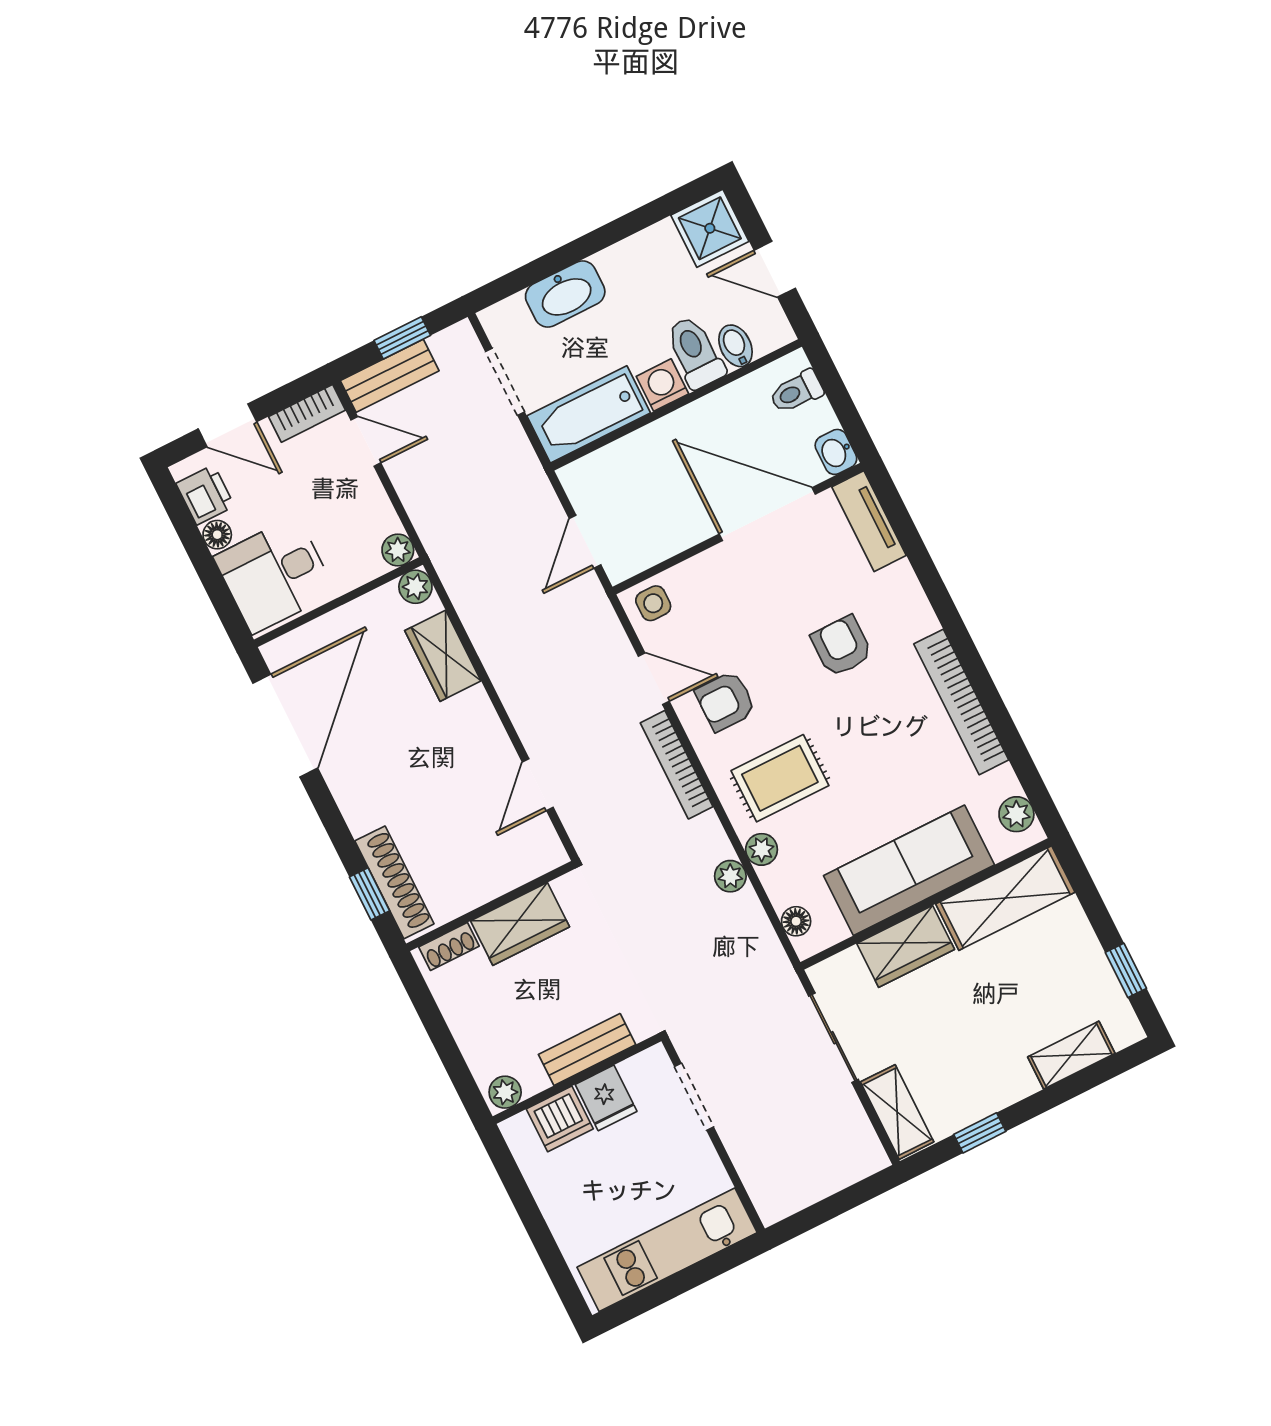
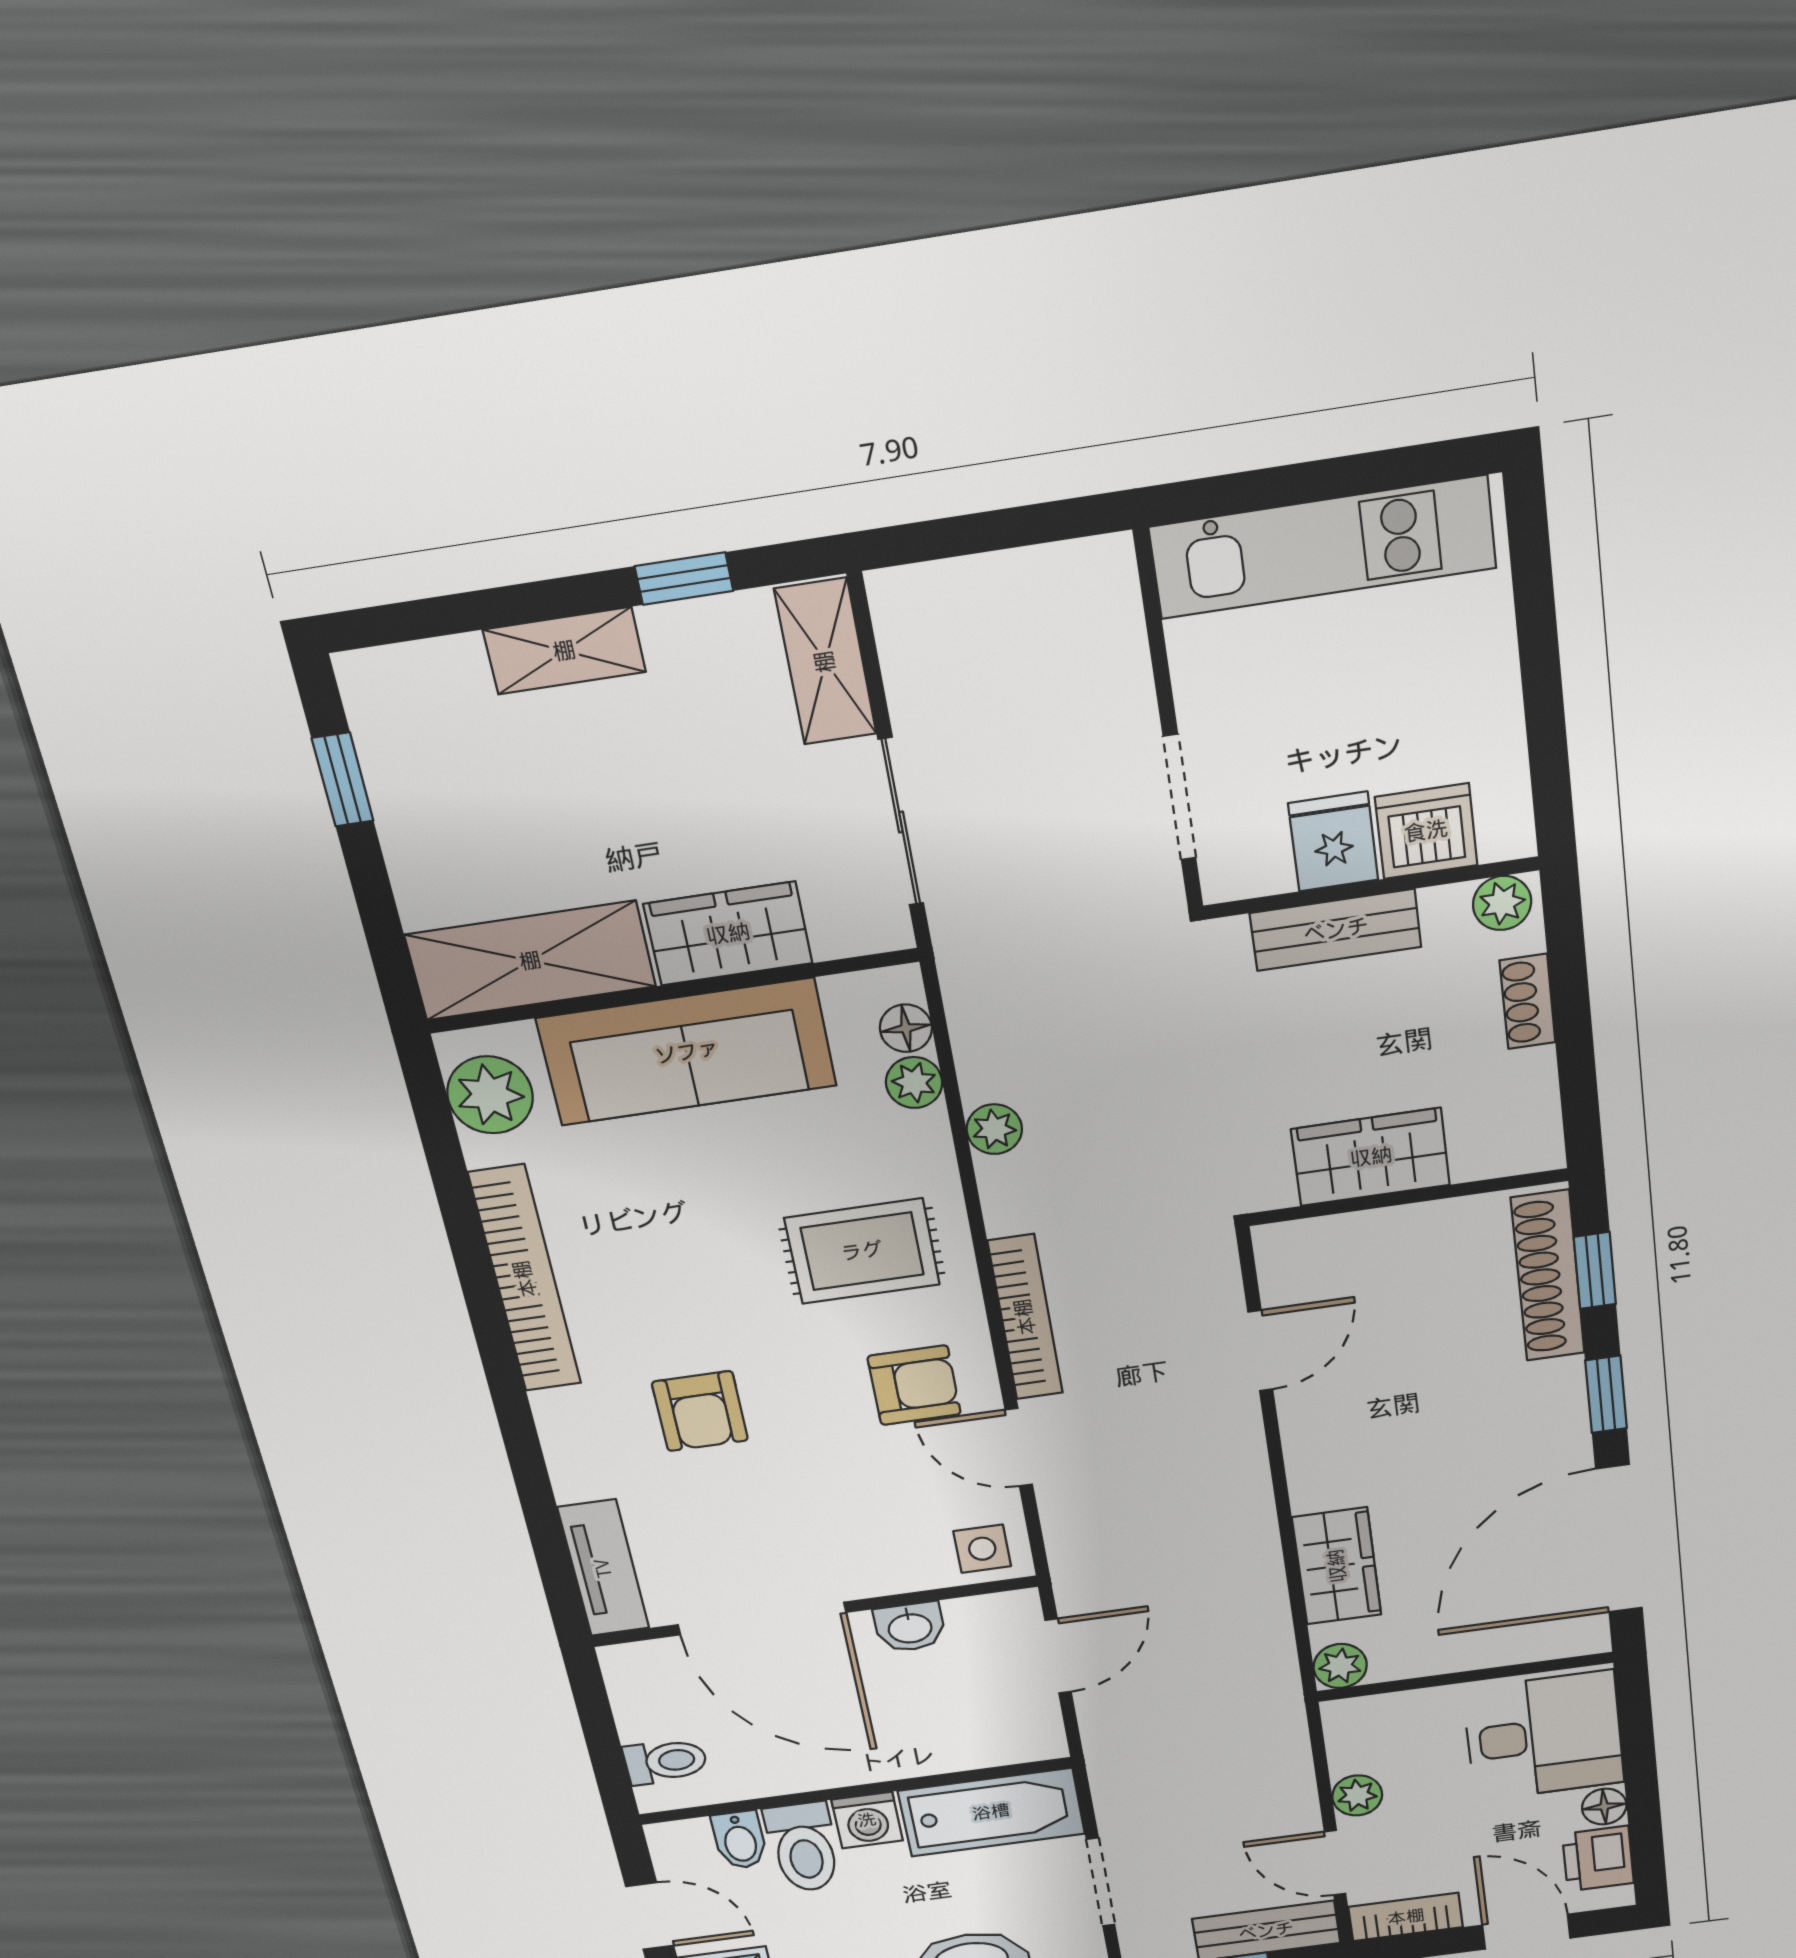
washbasin: (836, 452) -> (910, 1627), moved, turned 90
plant: (398, 550) -> (1357, 1795), moved
plant: (1016, 814) -> (490, 1095), width x1.38, depth x1.38
window: (332, 818) -> (1606, 1394), added
plant: (762, 849) -> (914, 1082), moved
shoe rack: (449, 947) -> (1528, 1001), moved, turned -90
shelving: (1071, 1055) -> (564, 651), moved

